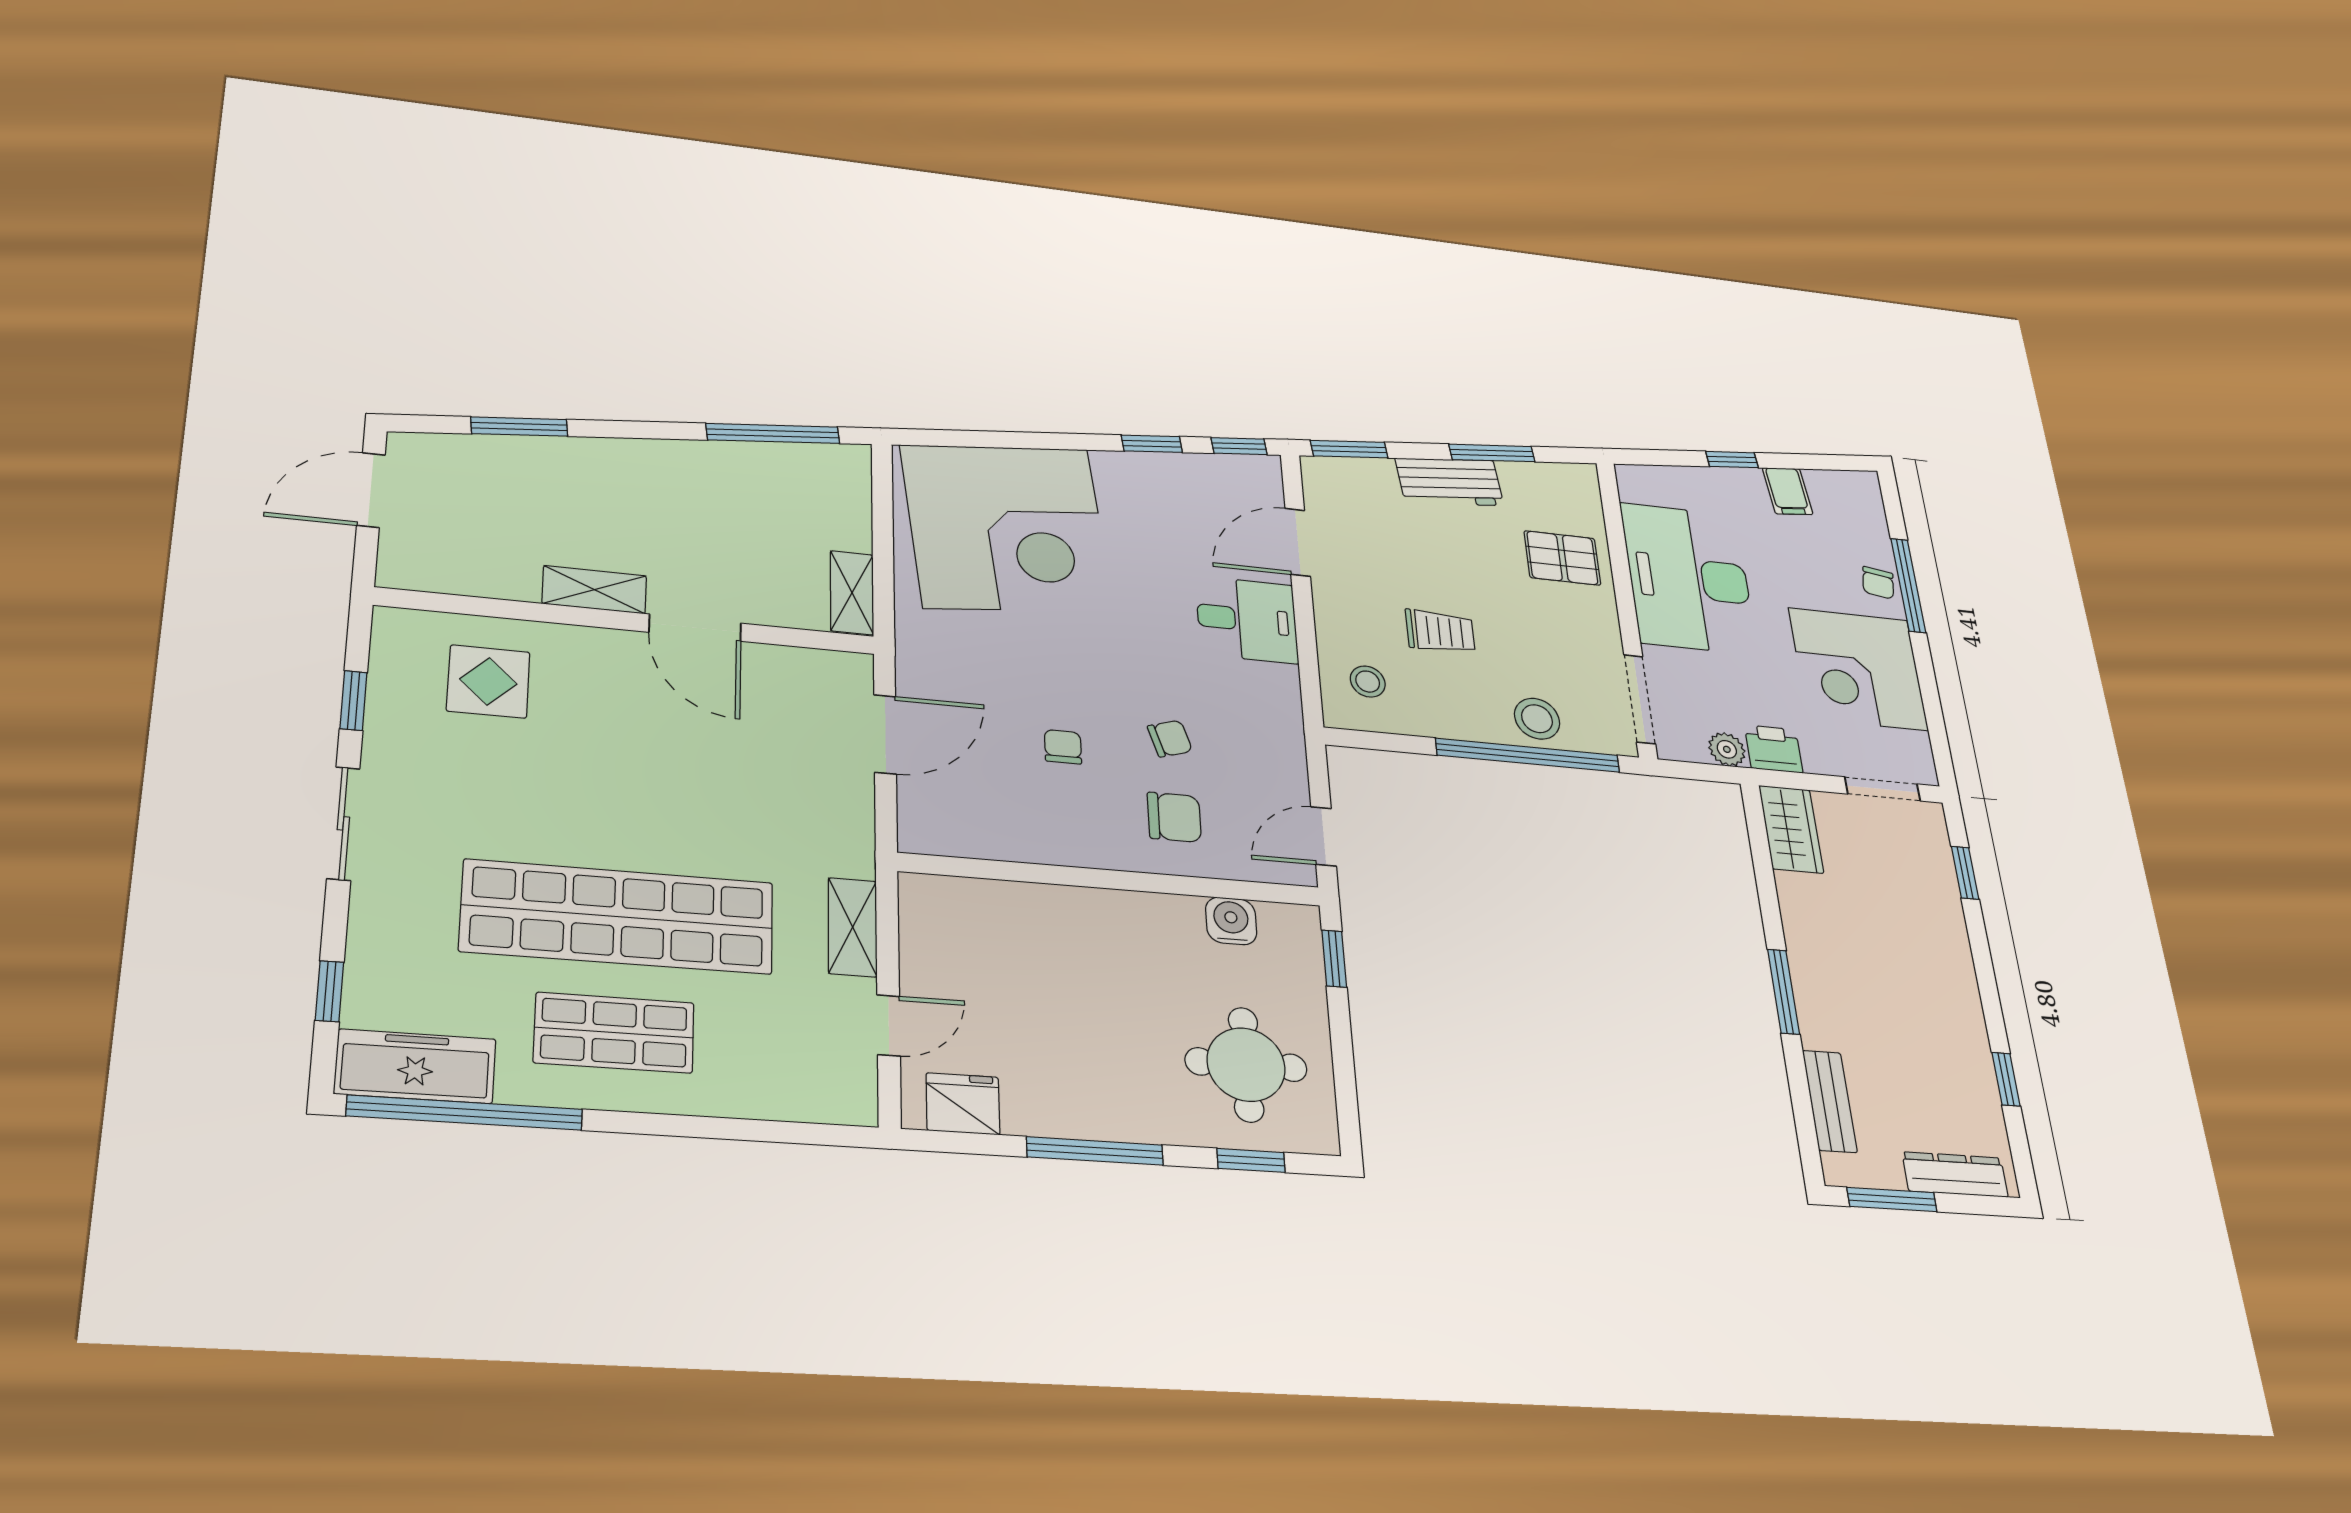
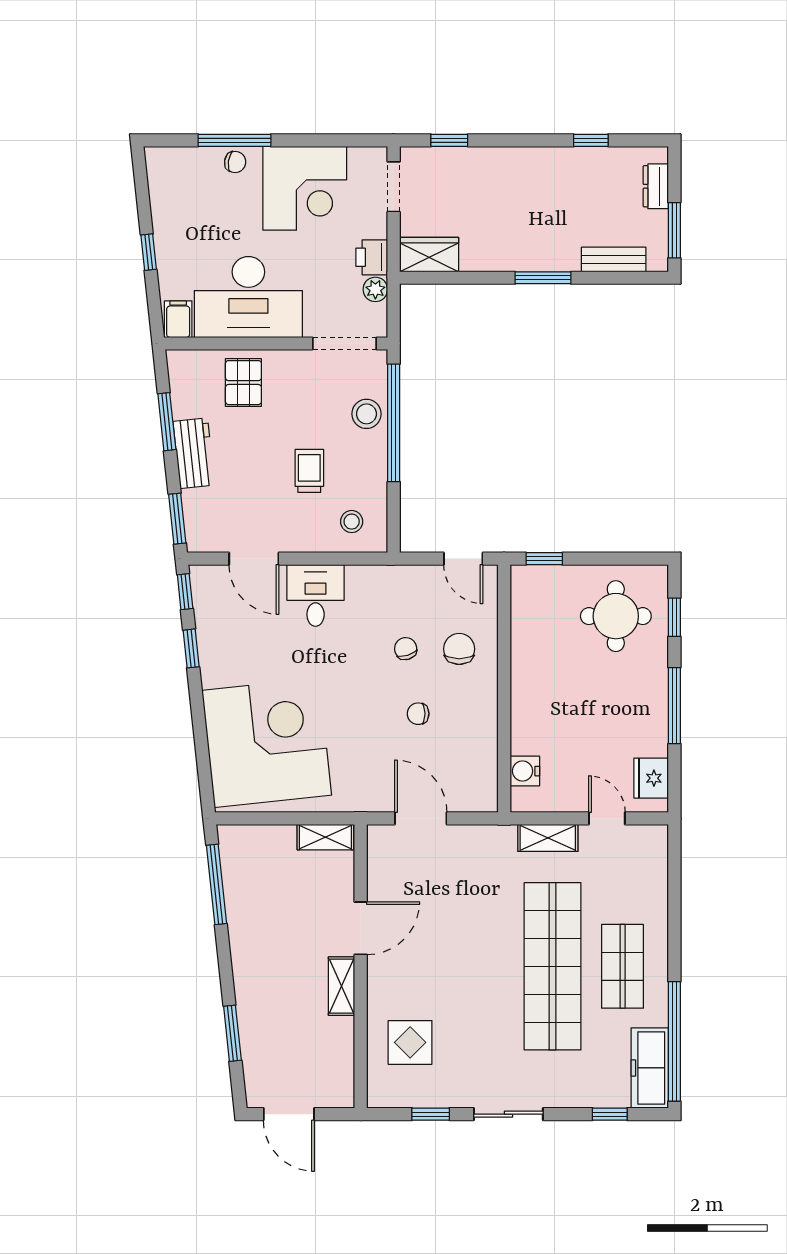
filing cabinet: (1788, 491) -> (178, 319), moved, turned -84
water cooler: (1231, 921) -> (525, 771), moved
dresser: (1955, 1174) -> (656, 186), width x0.70

